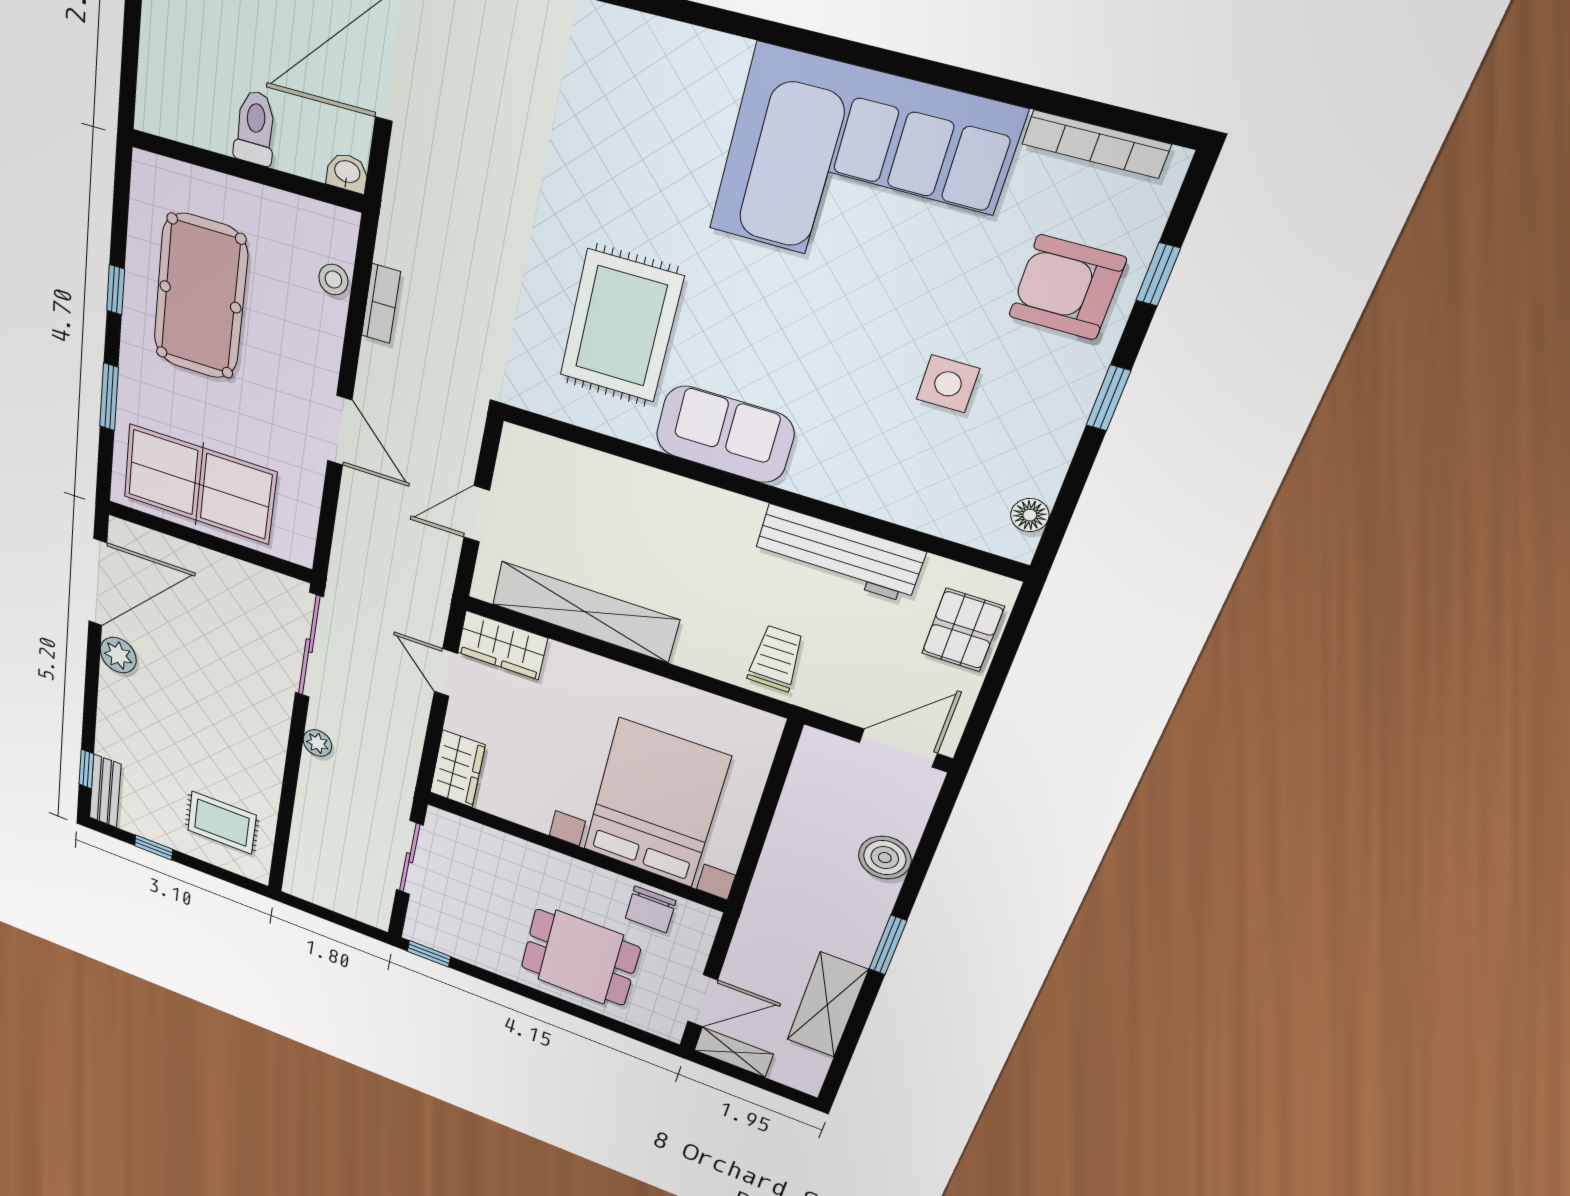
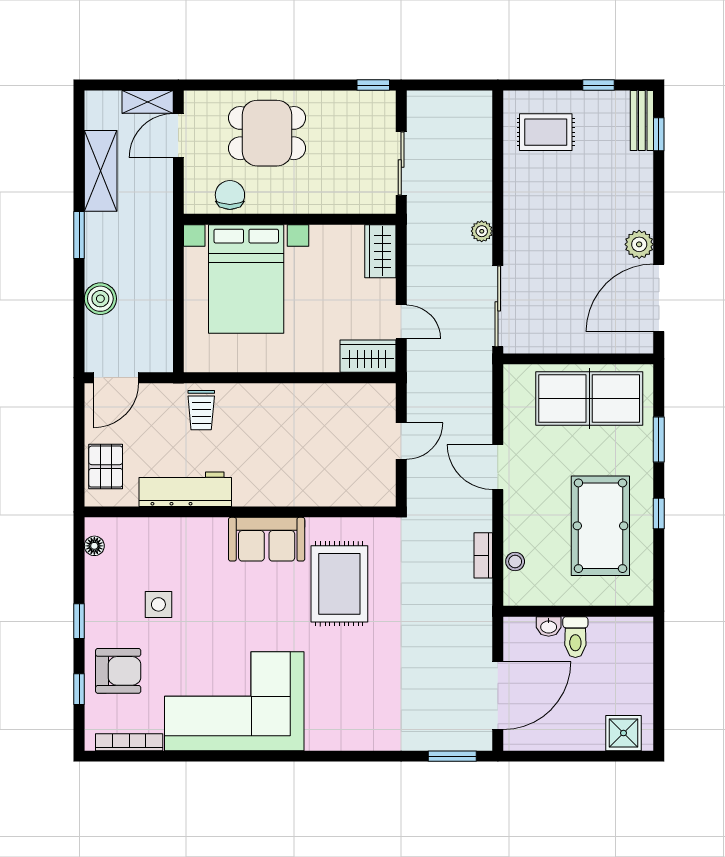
washbasin: (347, 173) -> (549, 626), moved
shelving: (585, 612) -> (321, 399), removed

